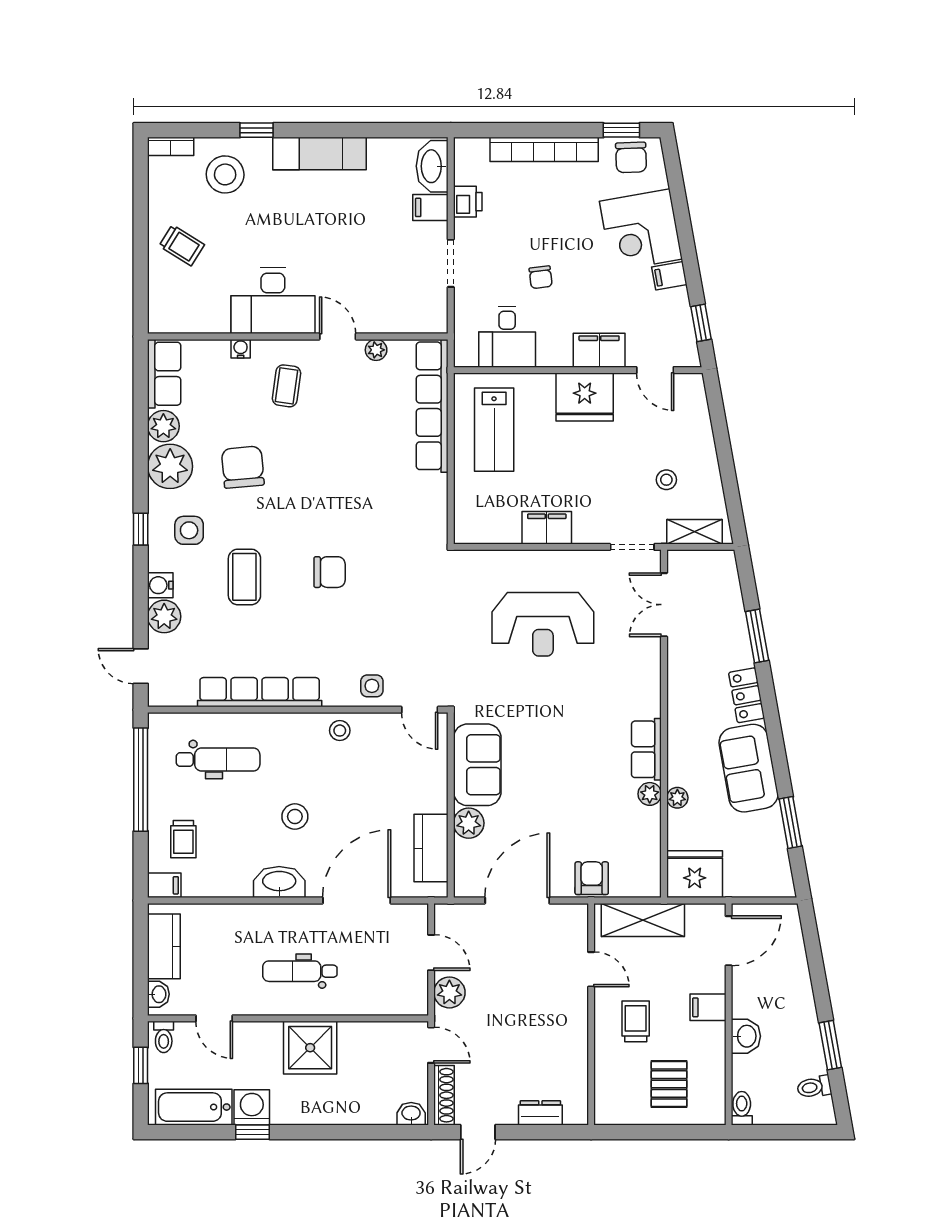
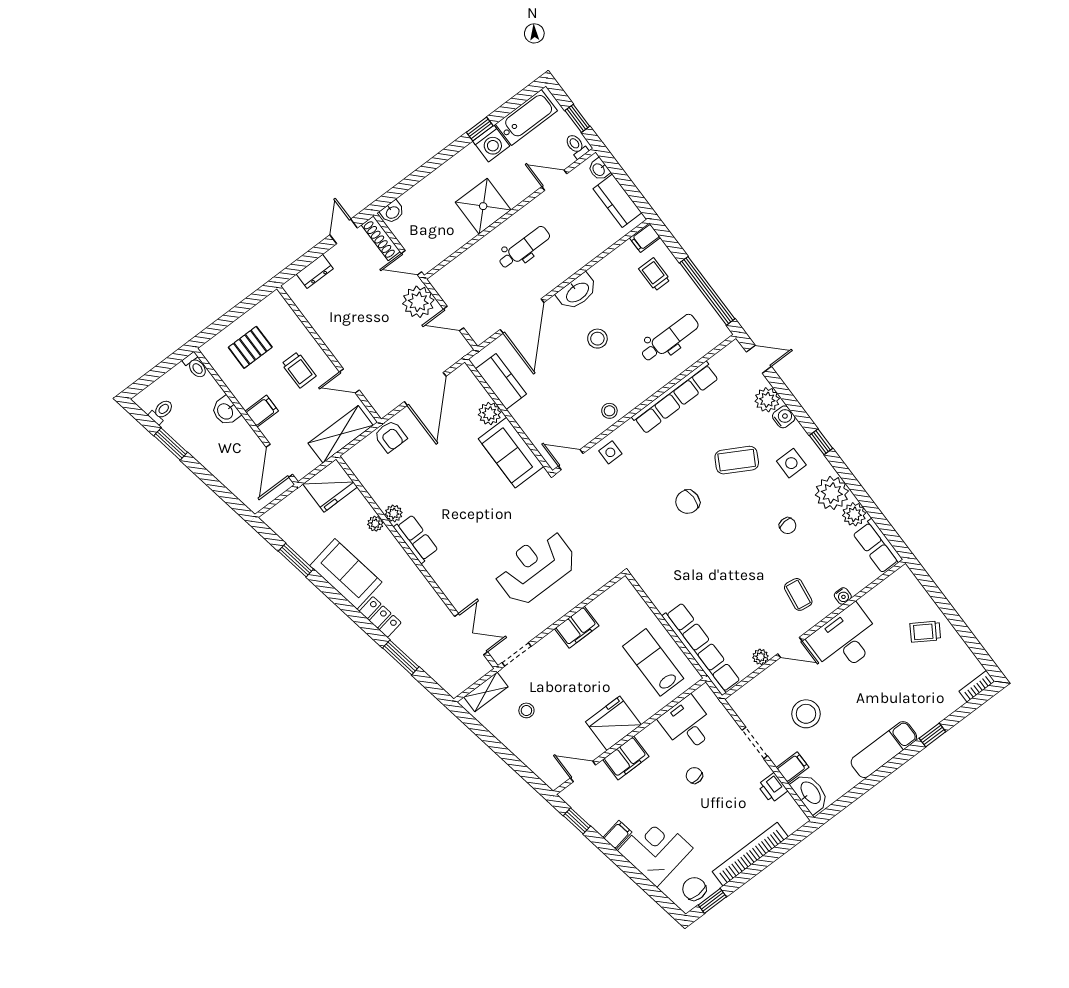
stool: (225, 174) -> (806, 714), moved
chair: (243, 467) -> (788, 526), width x0.54, depth x0.54
coffee table: (244, 577) -> (737, 460), turned -61
dental chair: (218, 760) -> (670, 338), turned 180
plant: (449, 992) -> (418, 302), width x1.36, depth x1.36
pallet: (669, 1084) -> (250, 347), turned 90

